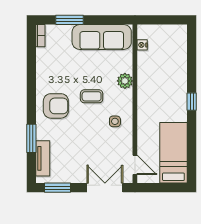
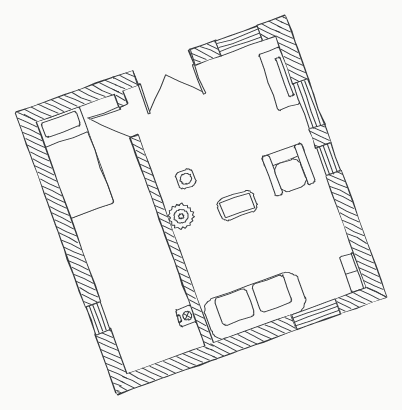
plant: (125, 81) -> (181, 216), moved
window: (192, 102) -> (98, 318), moved
window: (31, 104) -> (329, 159), added
armchair: (56, 106) -> (288, 170), turned -90

